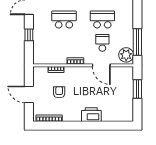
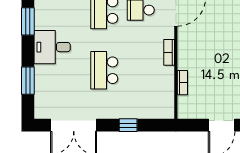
armchair: (59, 92) -> (218, 78), removed

